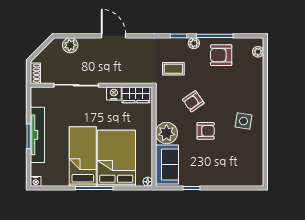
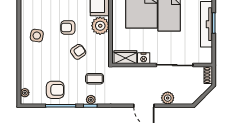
plant: (194, 43) -> (91, 100), moved
plant: (70, 45) -> (168, 98), moved

